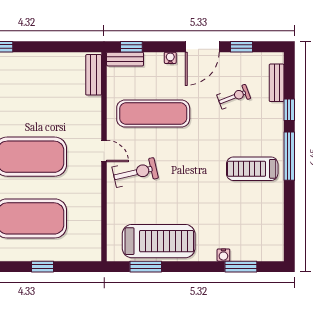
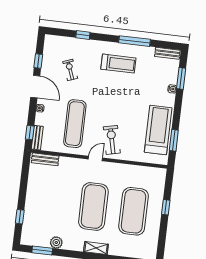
bench: (277, 83) -> (167, 53), moved
window: (289, 156) -> (135, 41), moved
treadmill: (252, 169) -> (118, 64), turned -90

